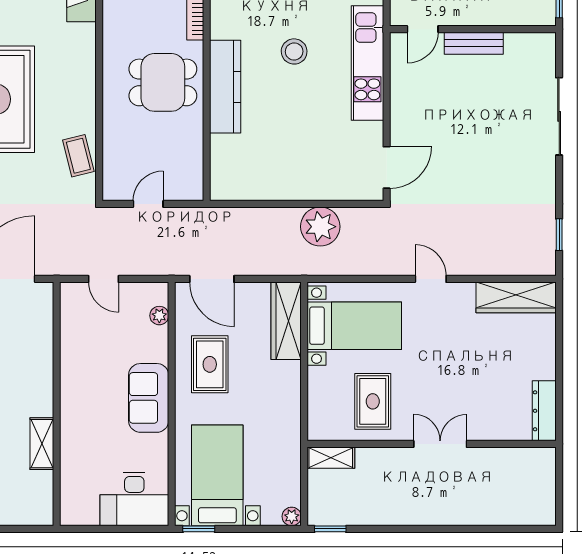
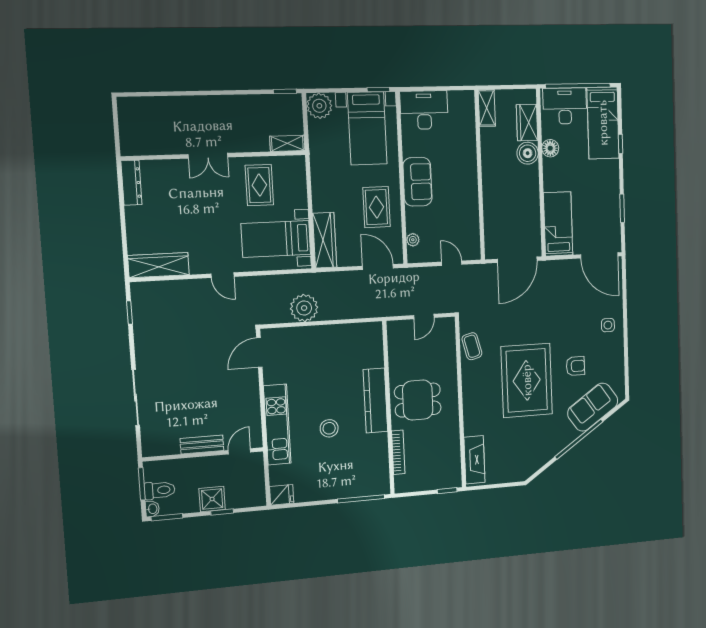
shelving: (42, 444) -> (487, 108), moved
plant: (292, 516) -> (319, 106), width x1.88, depth x1.88

